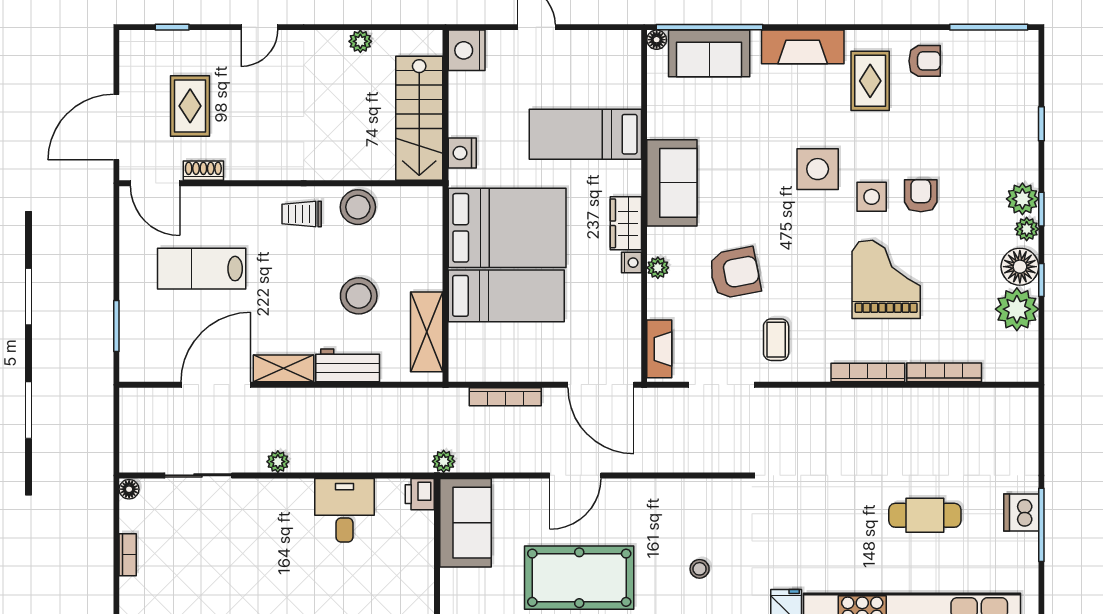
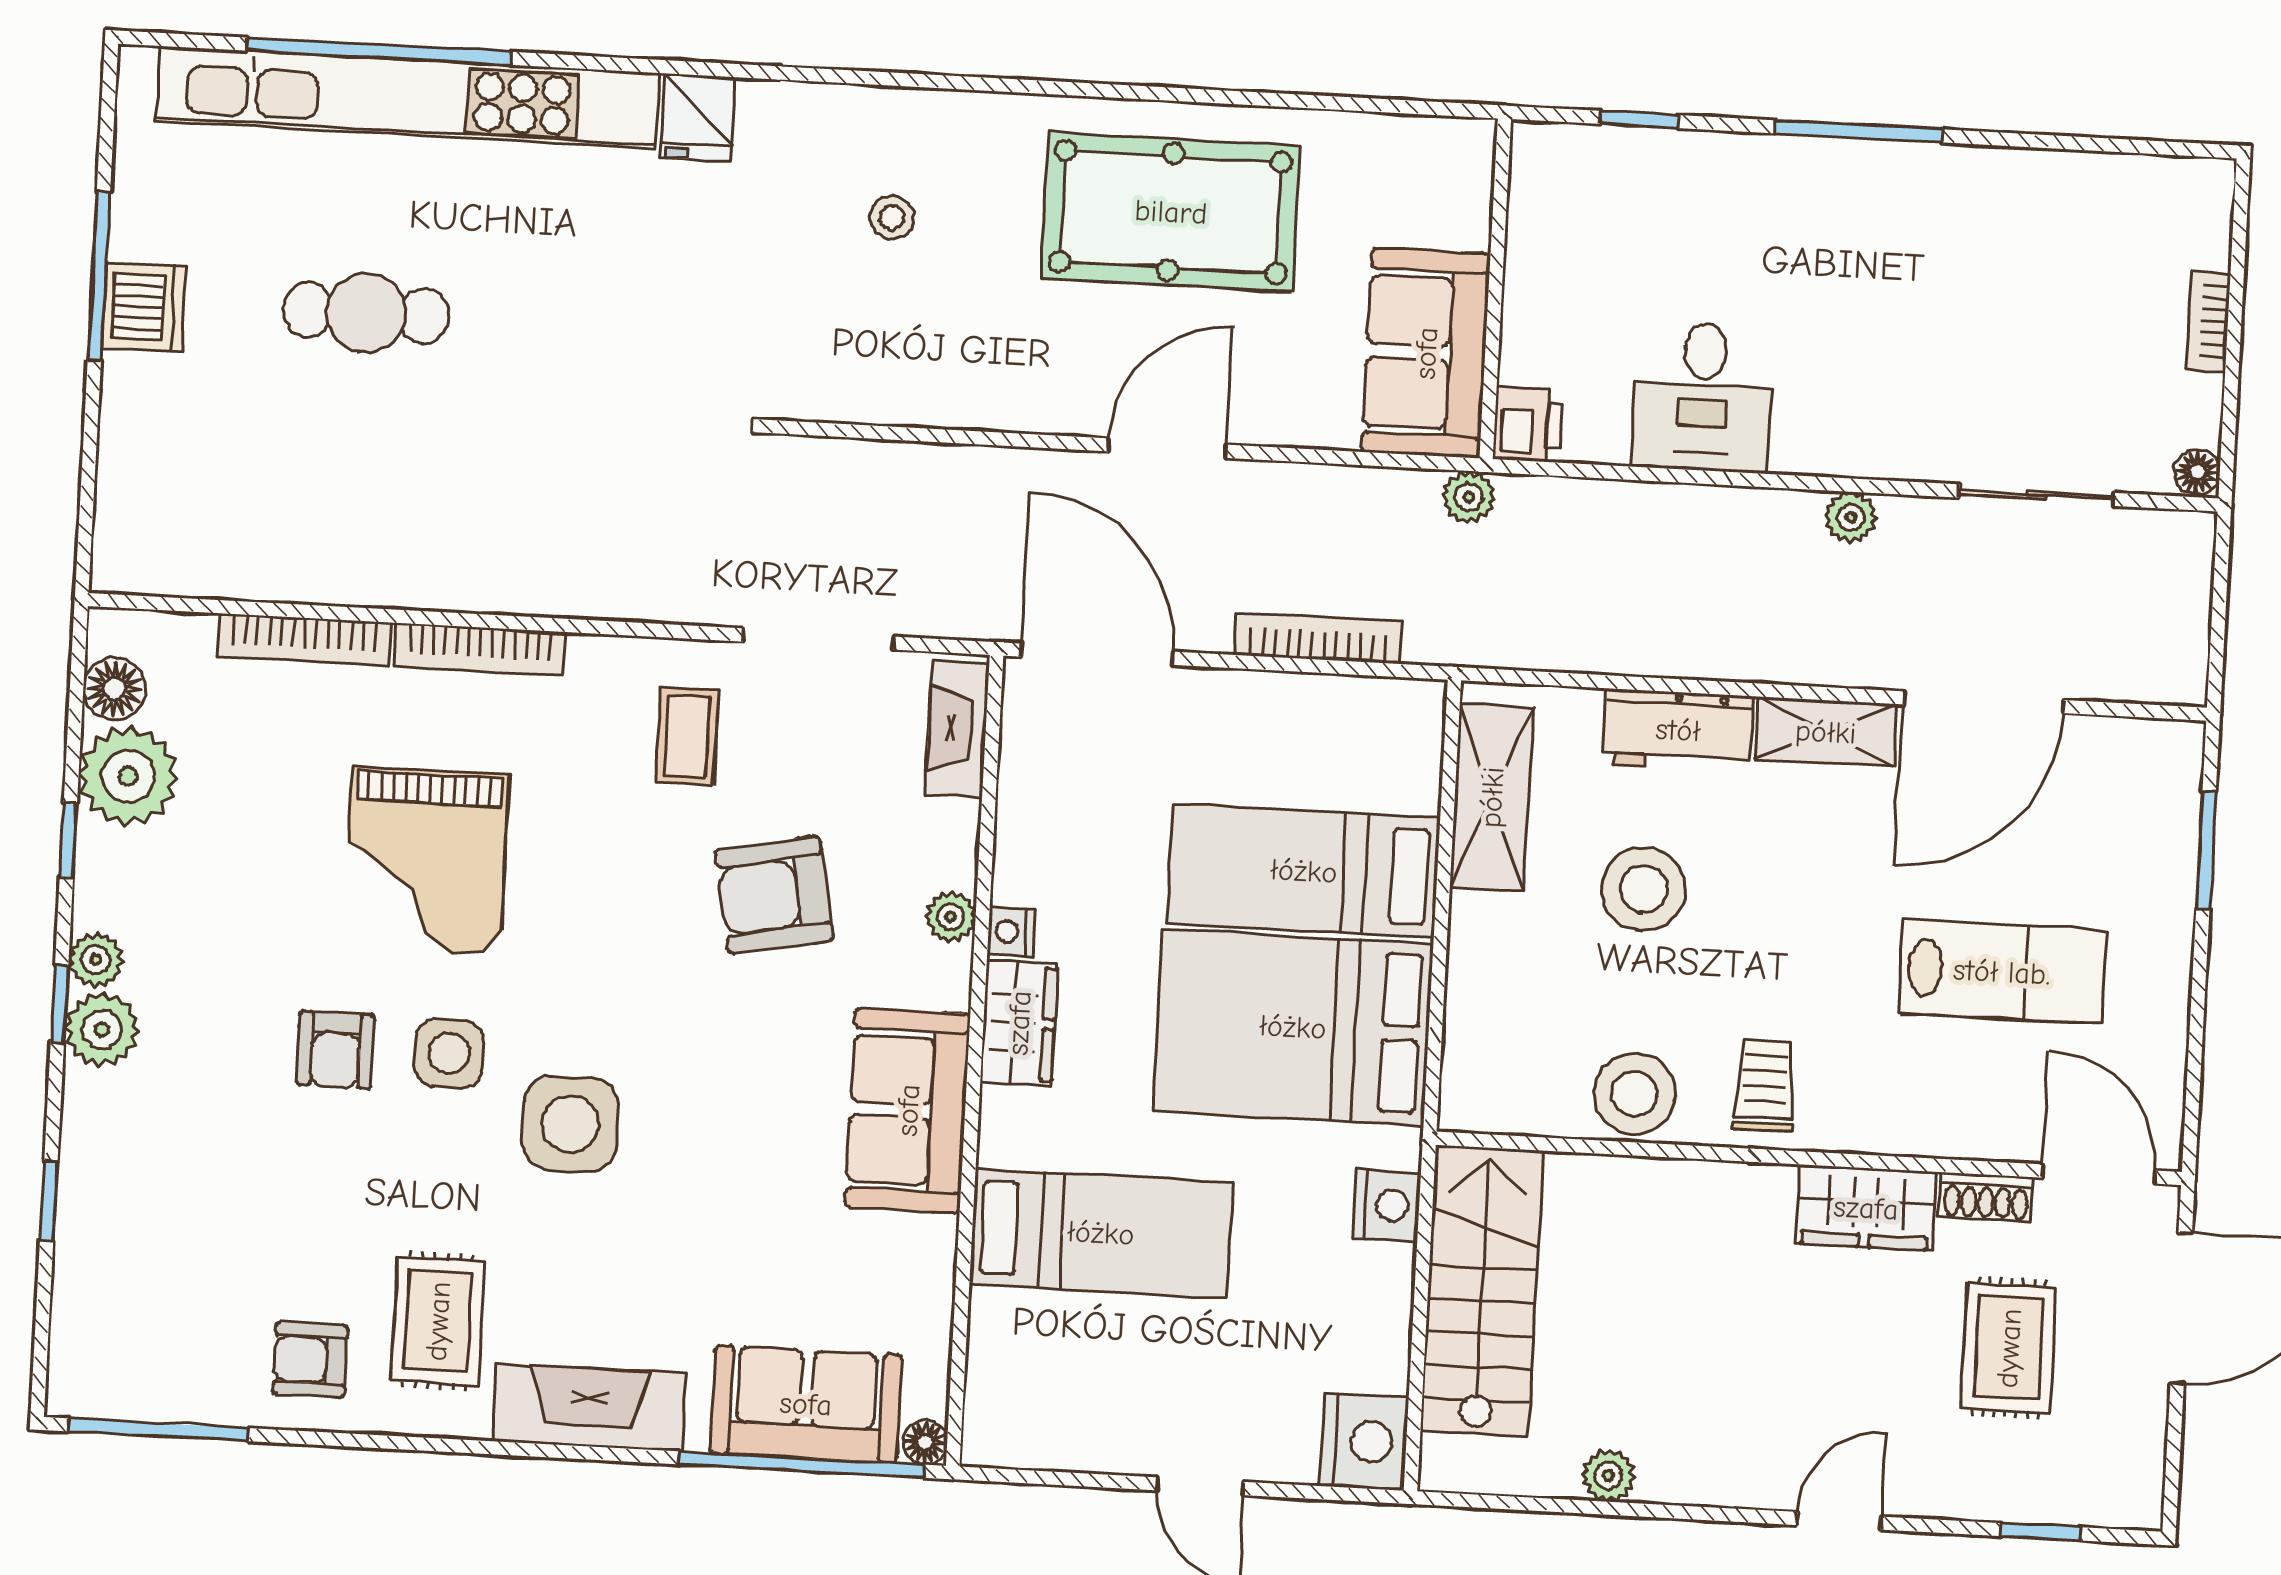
wardrobe: (255, 163) -> (1866, 1208), added
trolley: (302, 214) -> (1765, 1085), turned -90
floor lamp: (1020, 267) -> (114, 689), moved, width x0.73, depth x0.73

